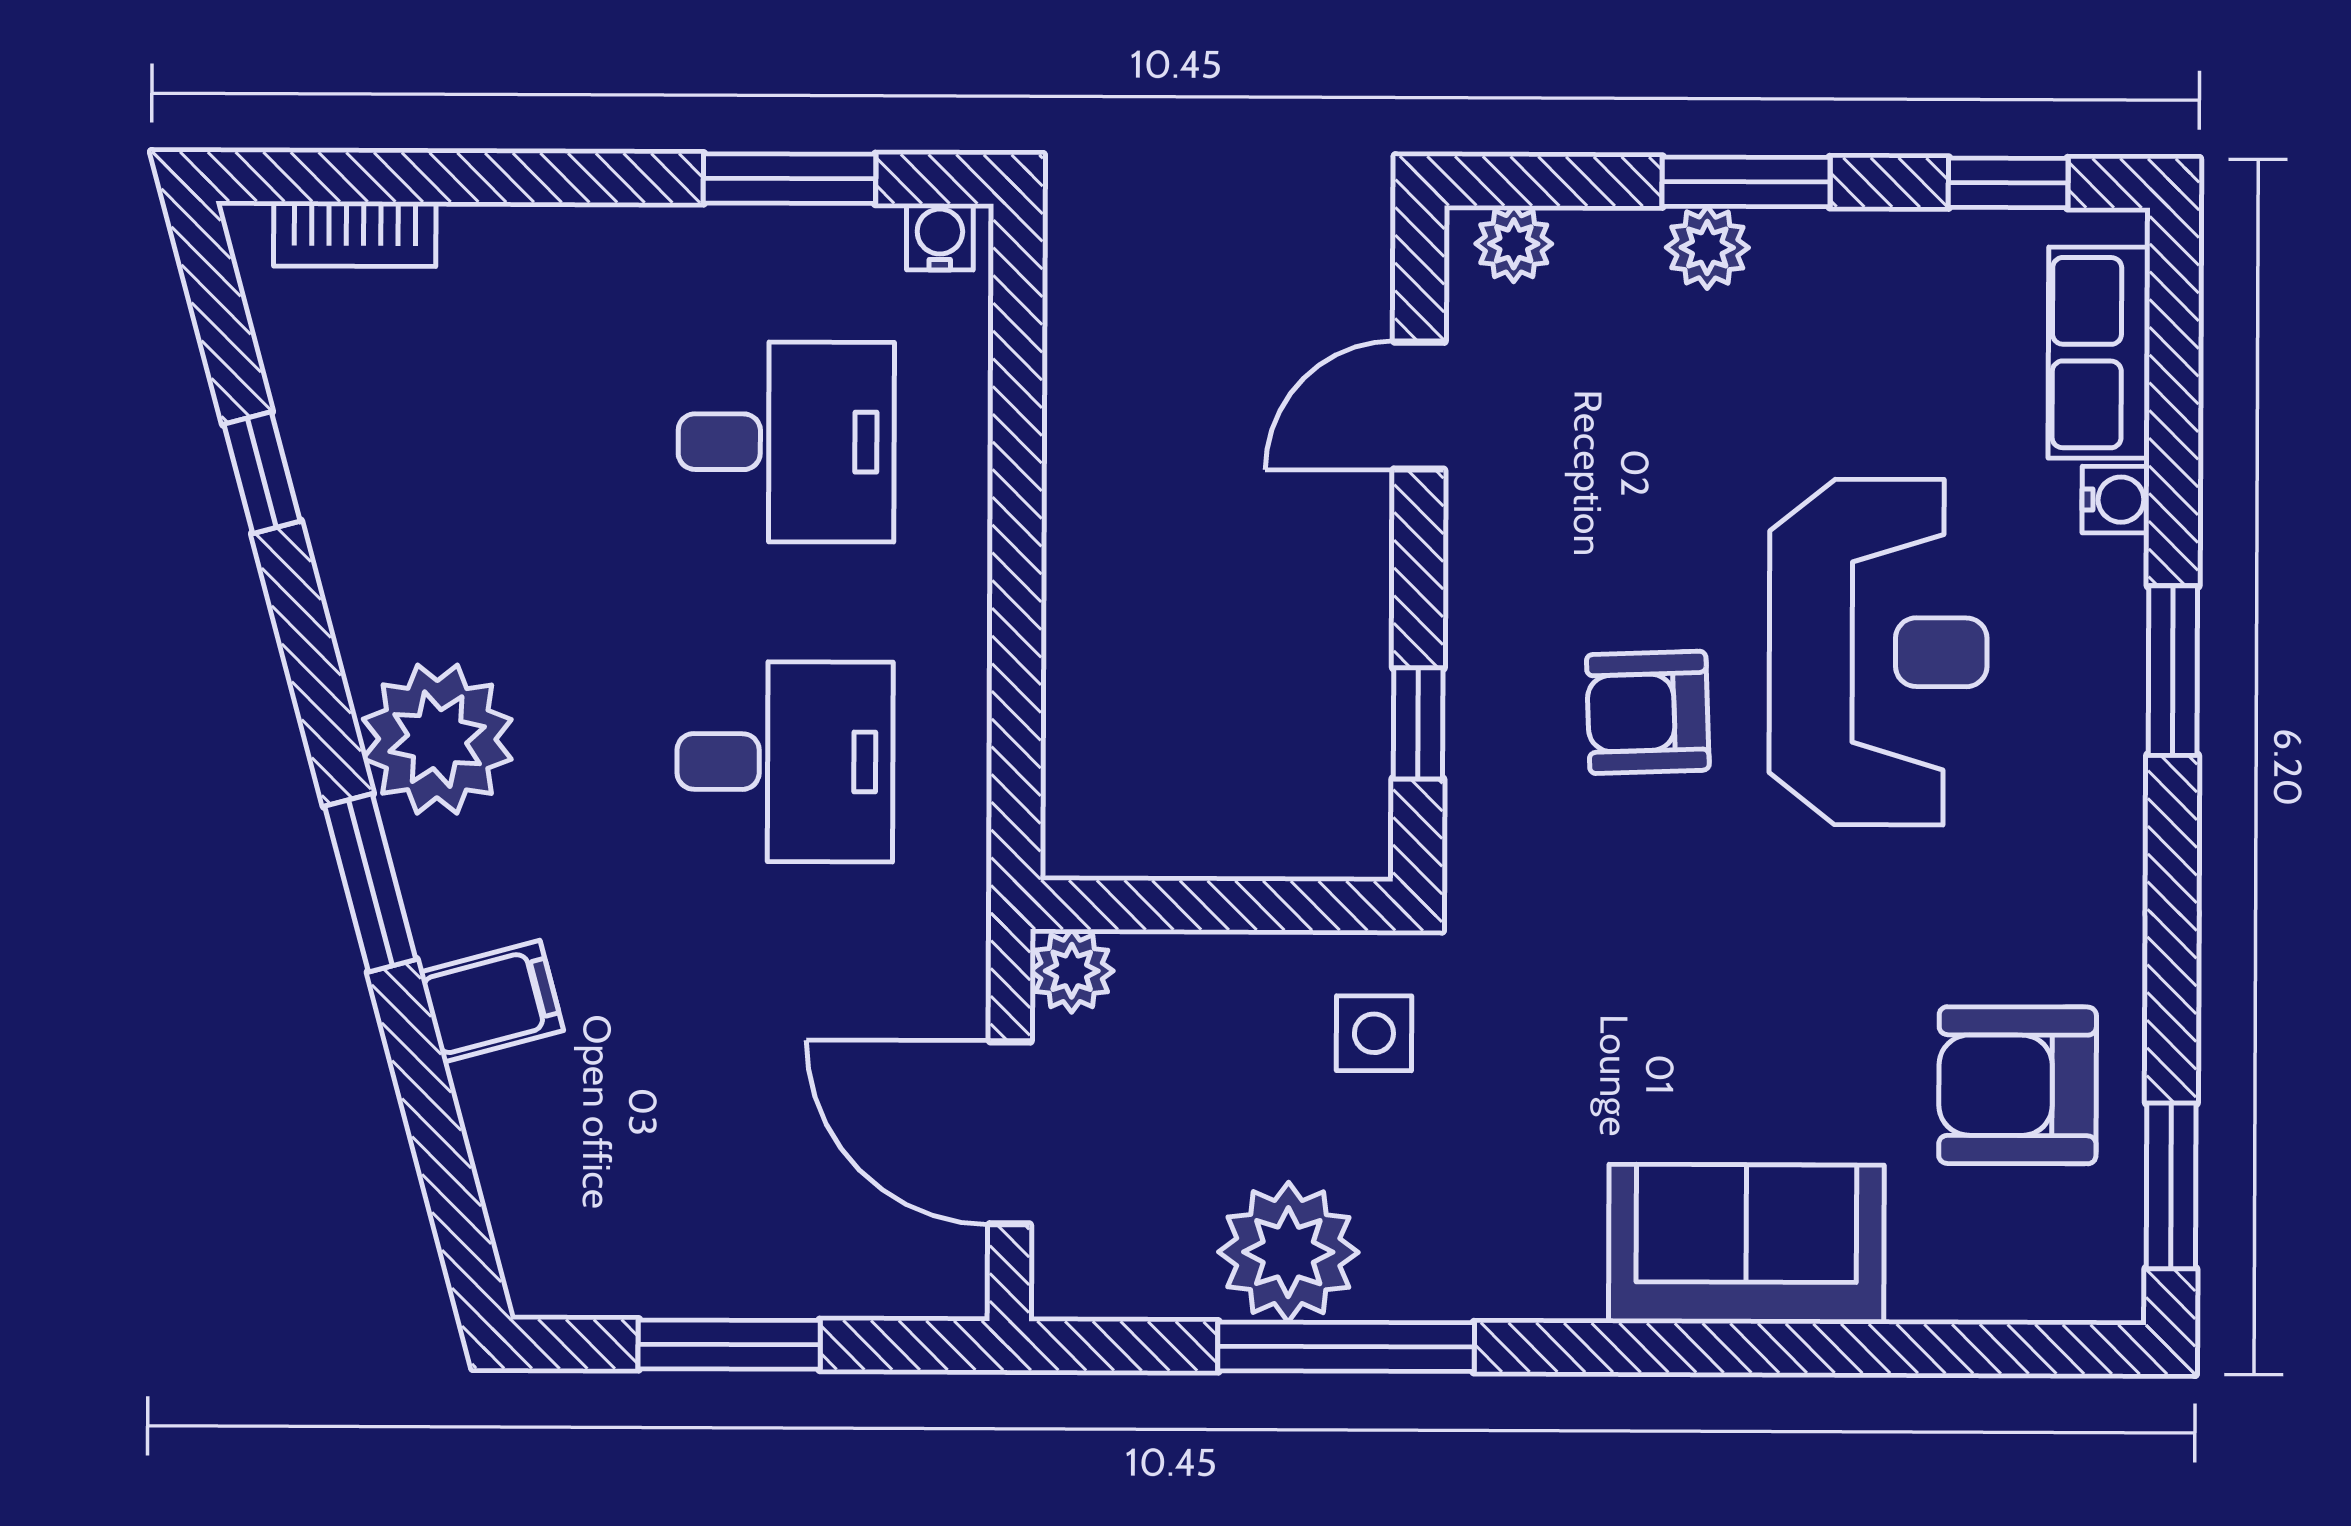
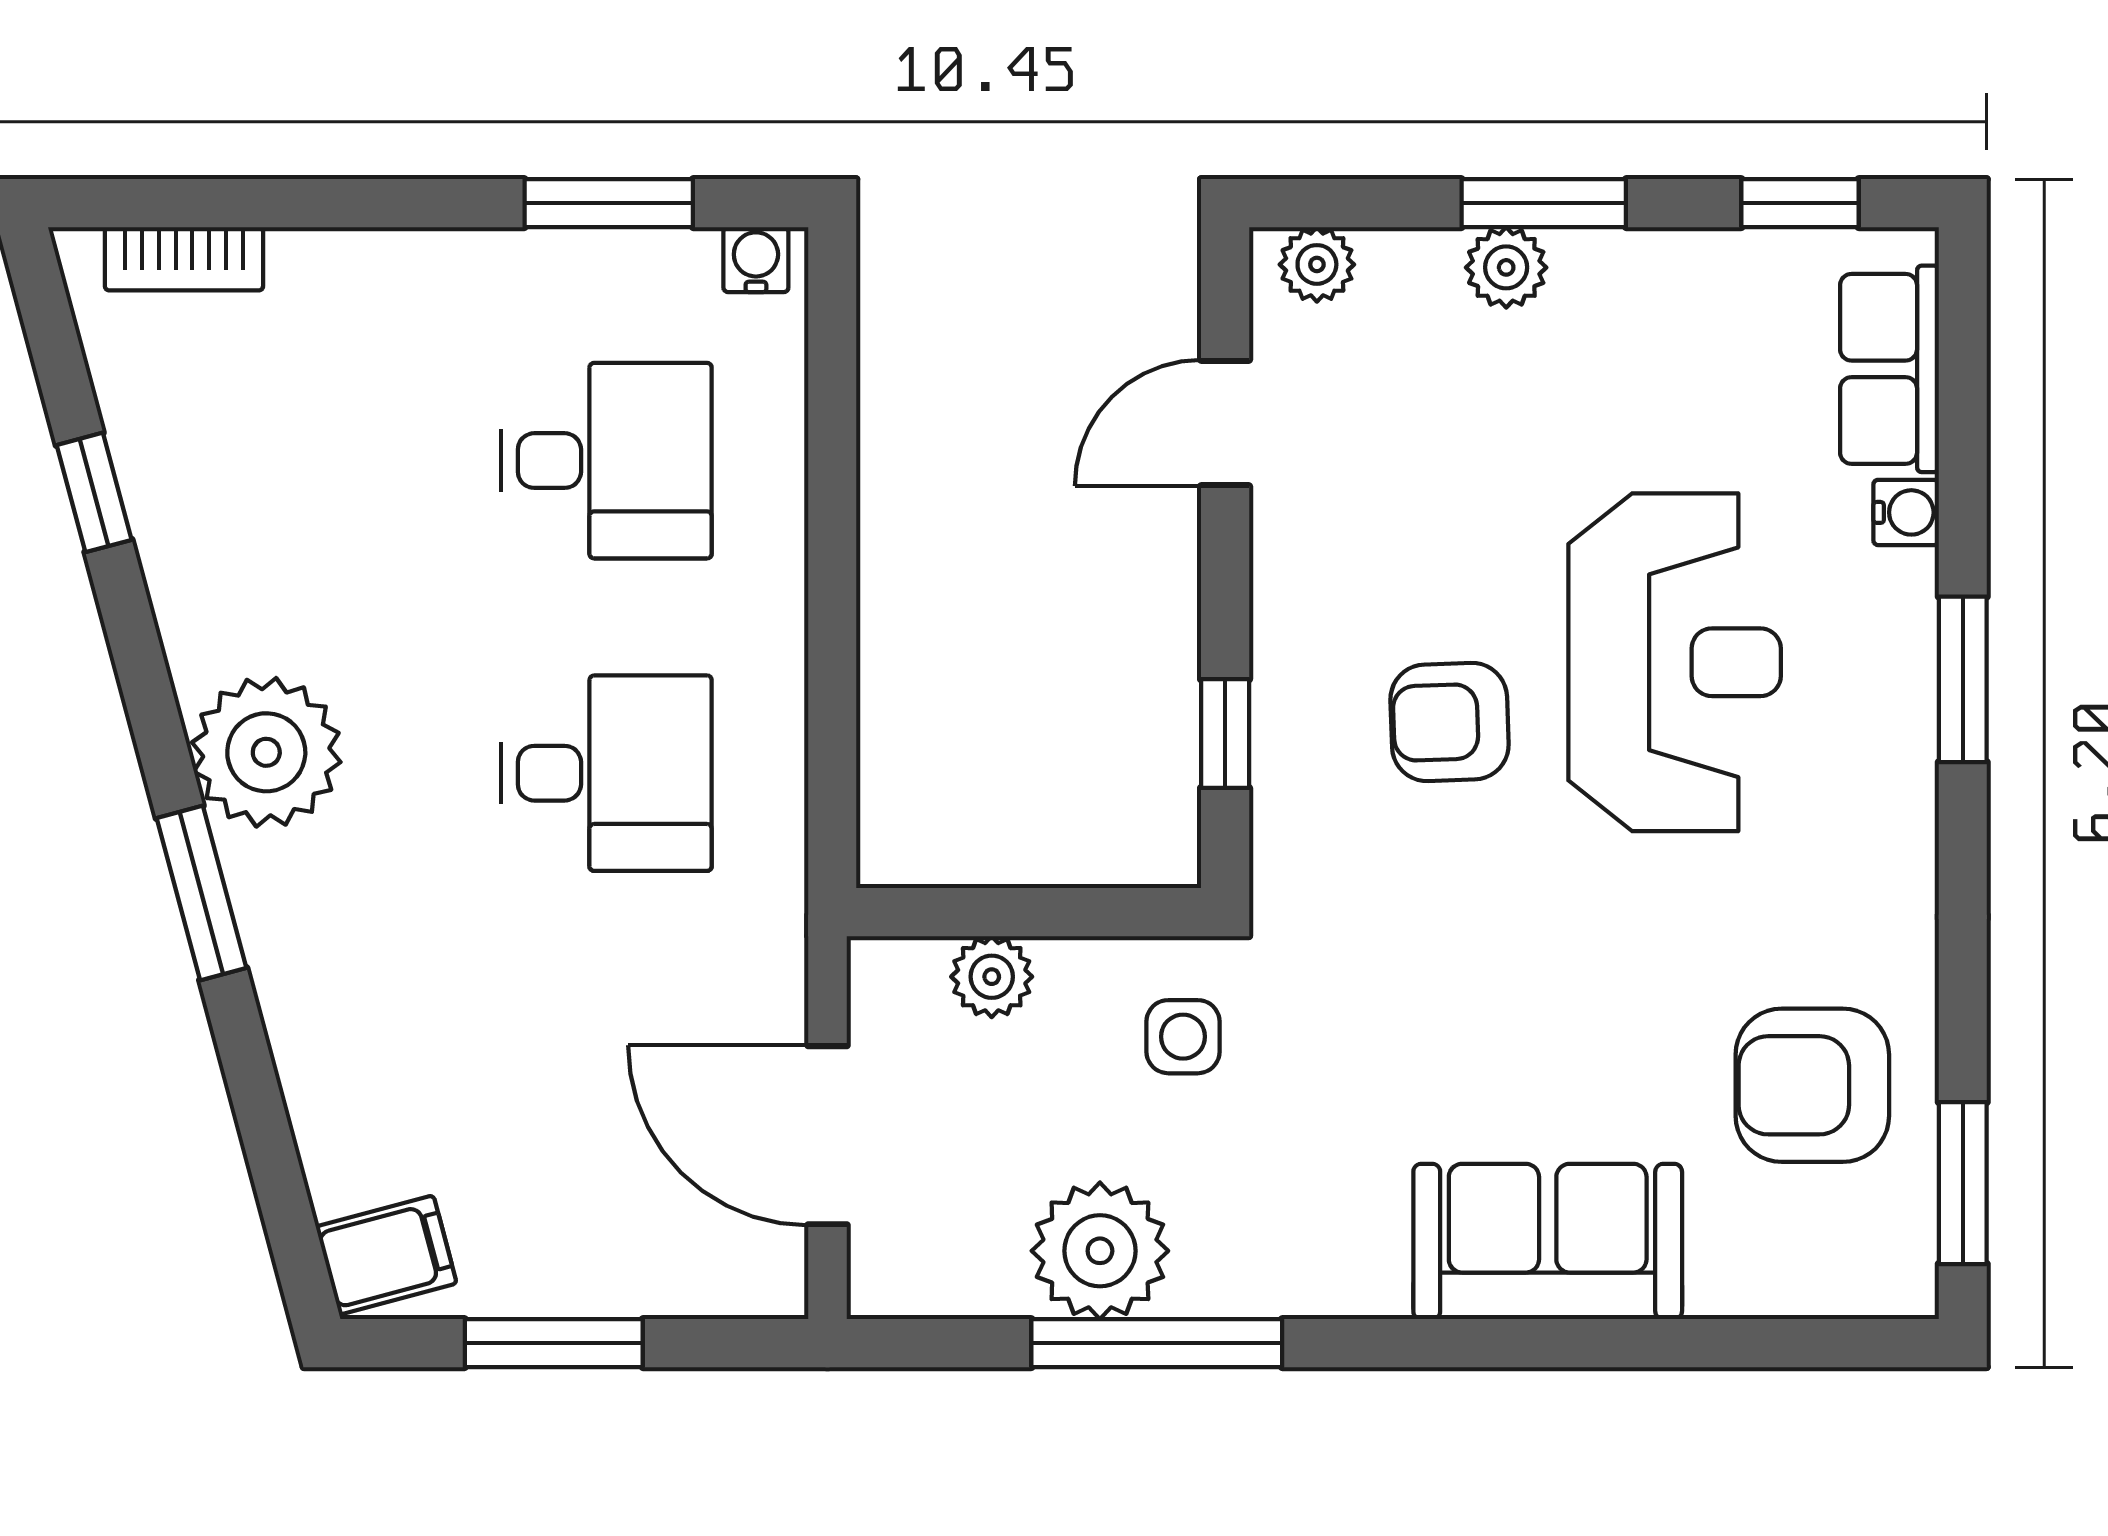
plant: (1072, 971) -> (992, 977), moved
filing cabinet: (491, 1001) -> (386, 1255), moved

